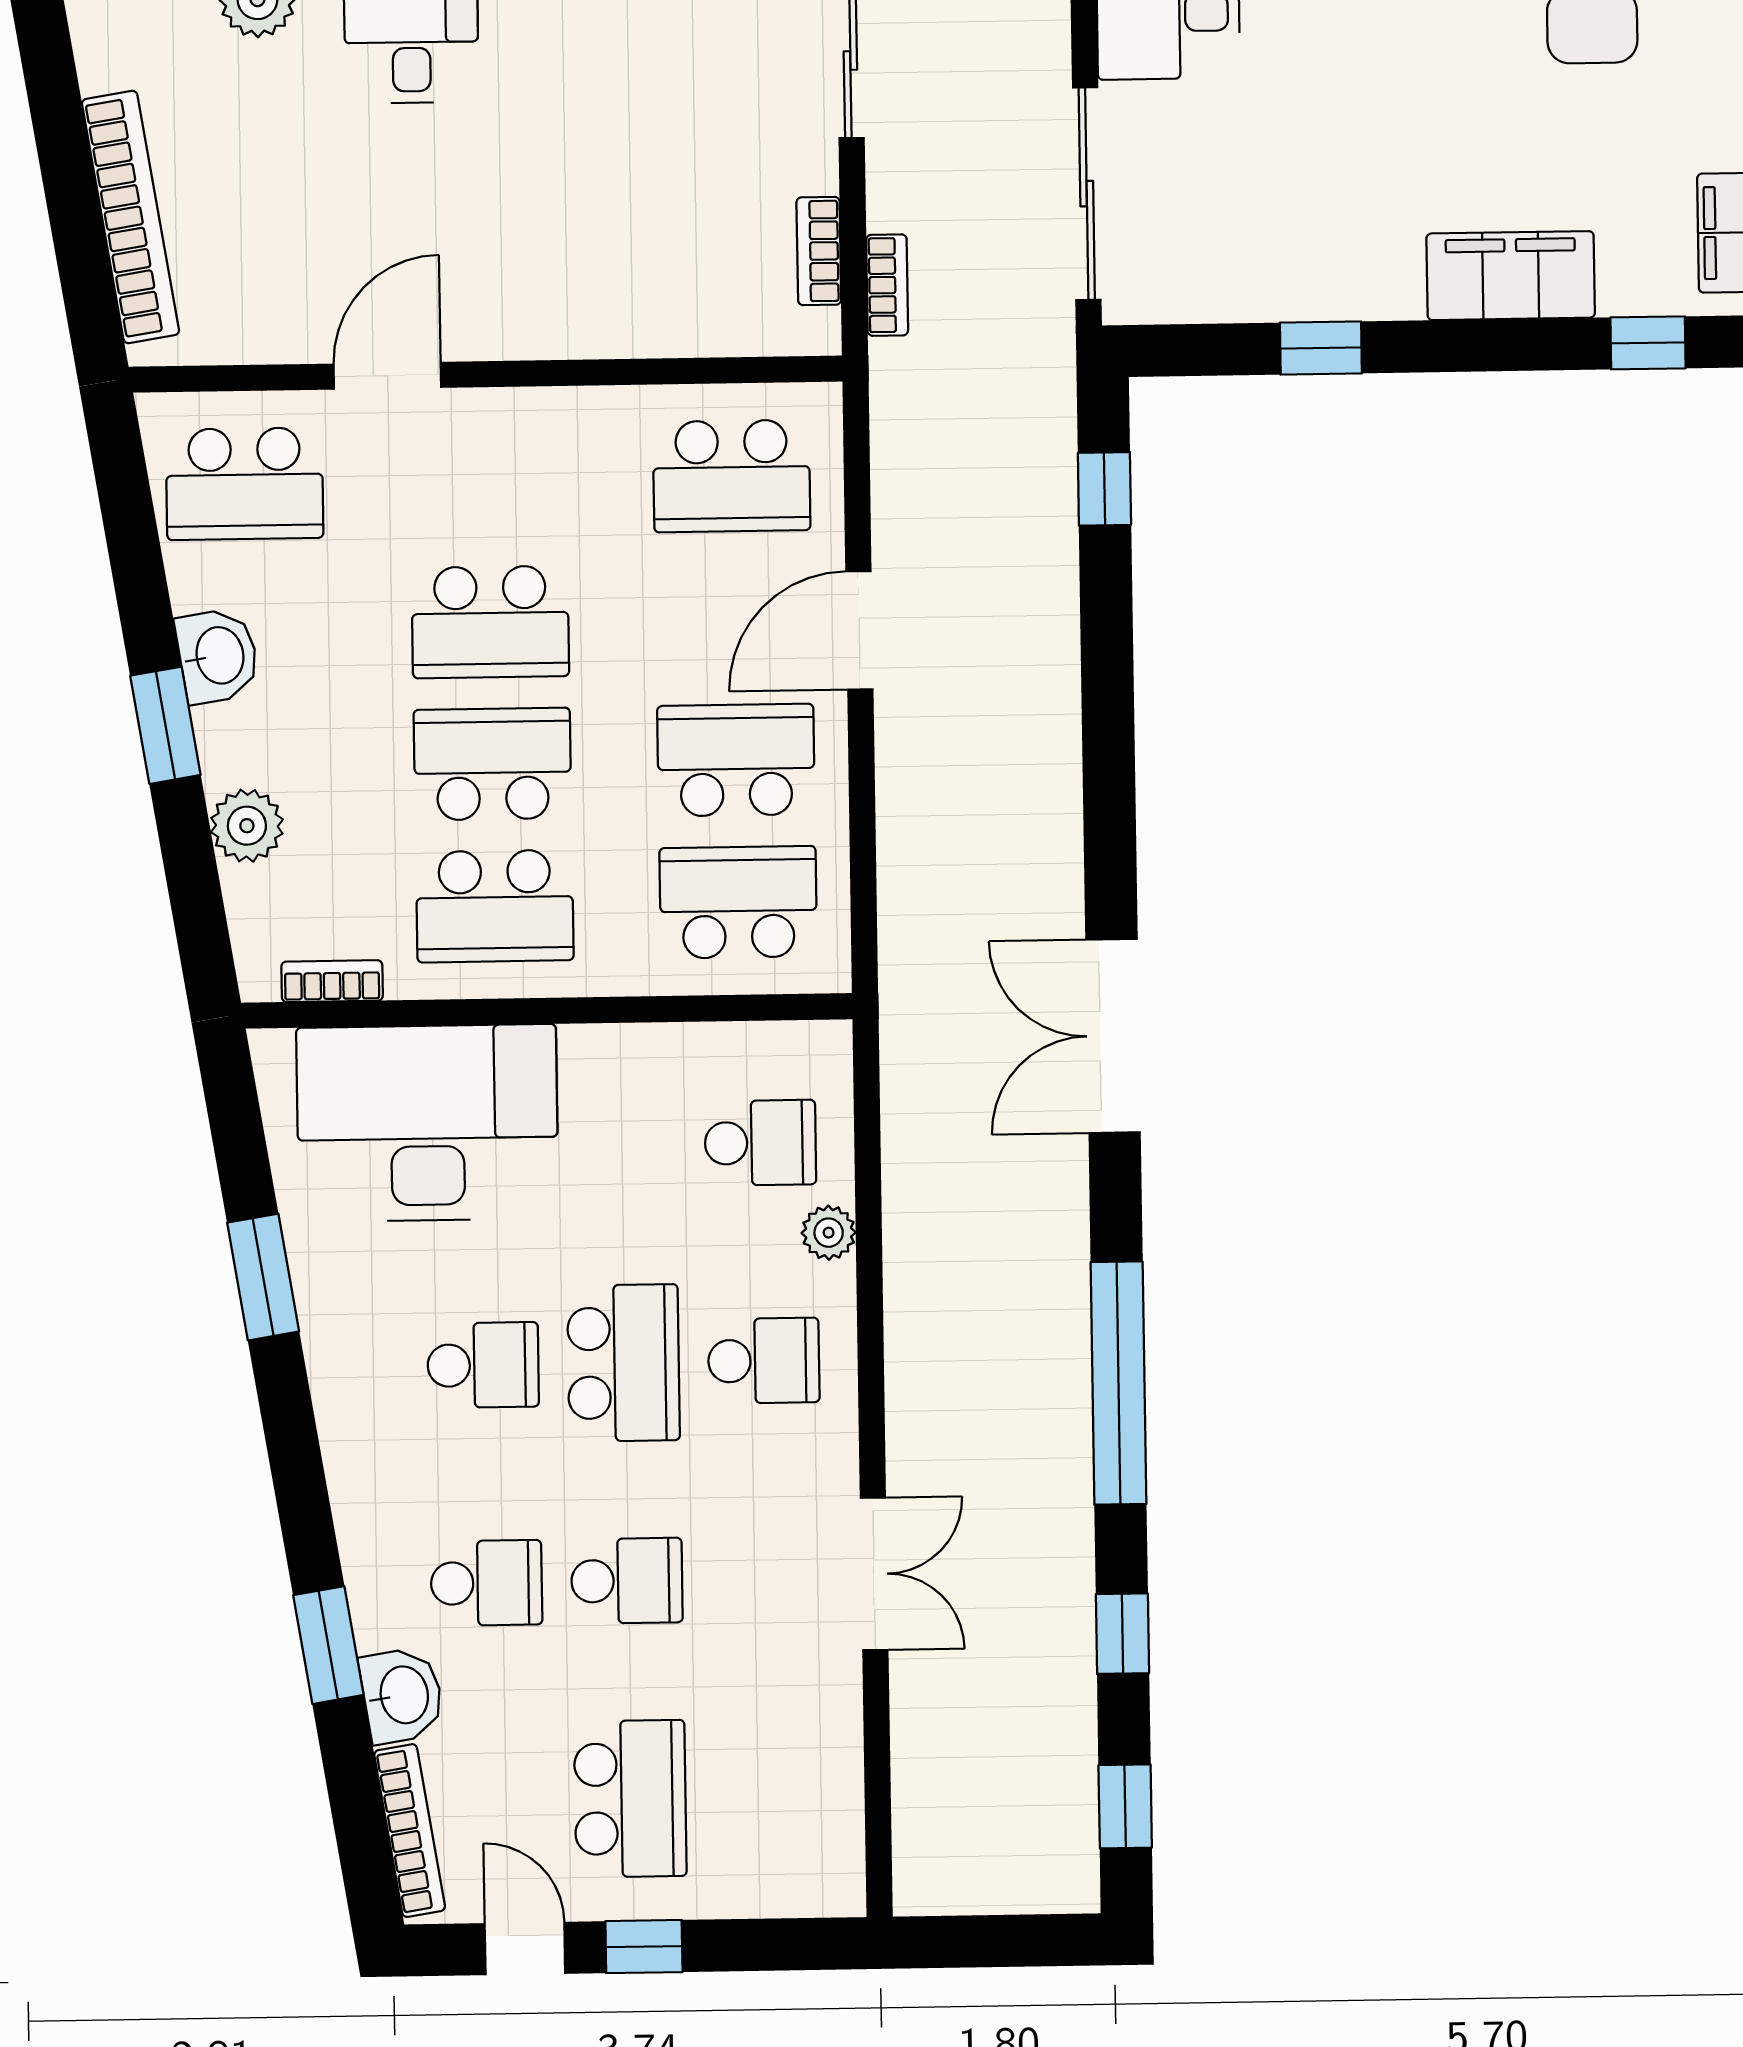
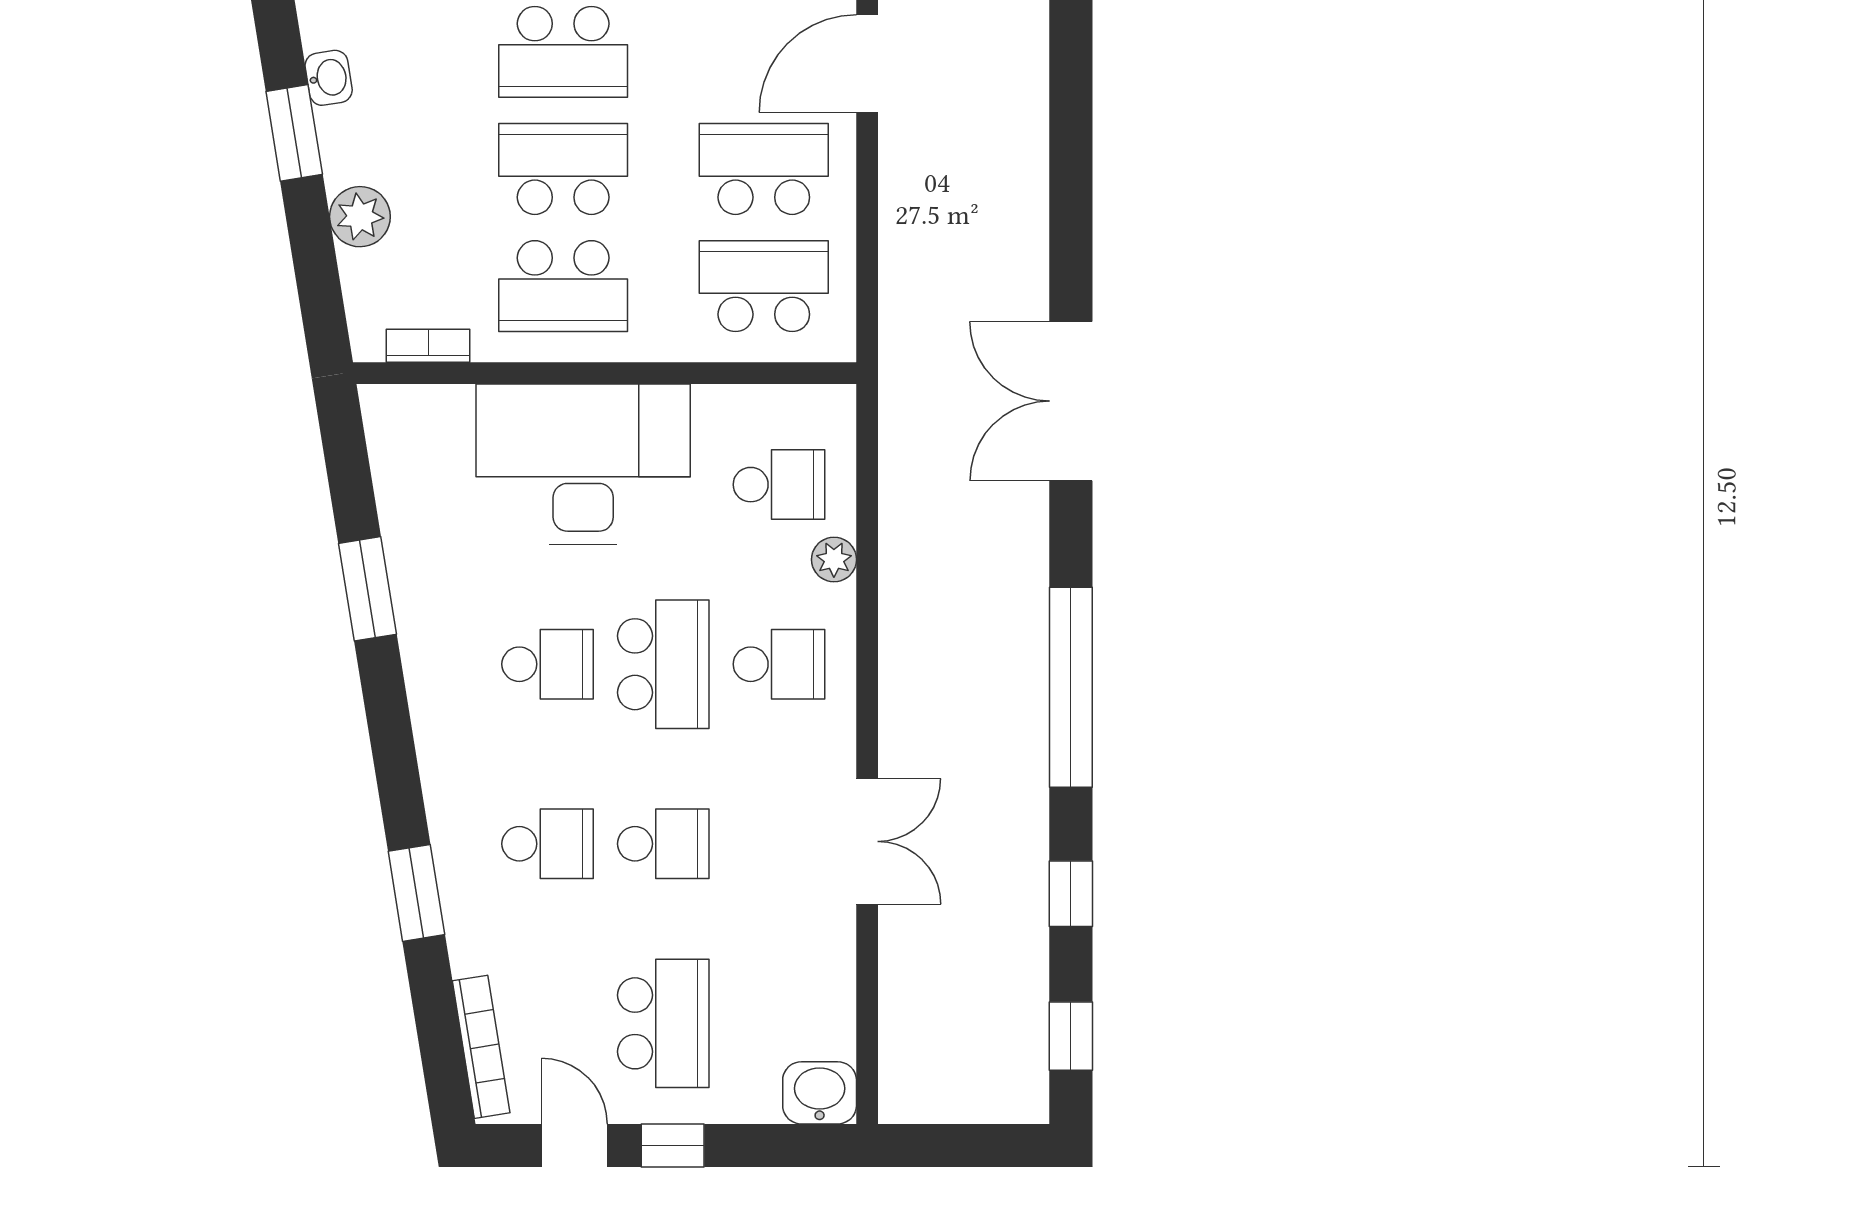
washbasin: (218, 656) -> (329, 78), width x0.72, depth x0.69
desk: (427, 1123) -> (583, 464), moved
washbasin: (402, 1695) -> (820, 1093), moved, turned -81

